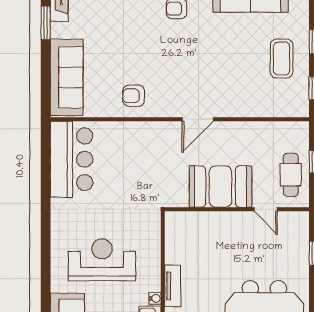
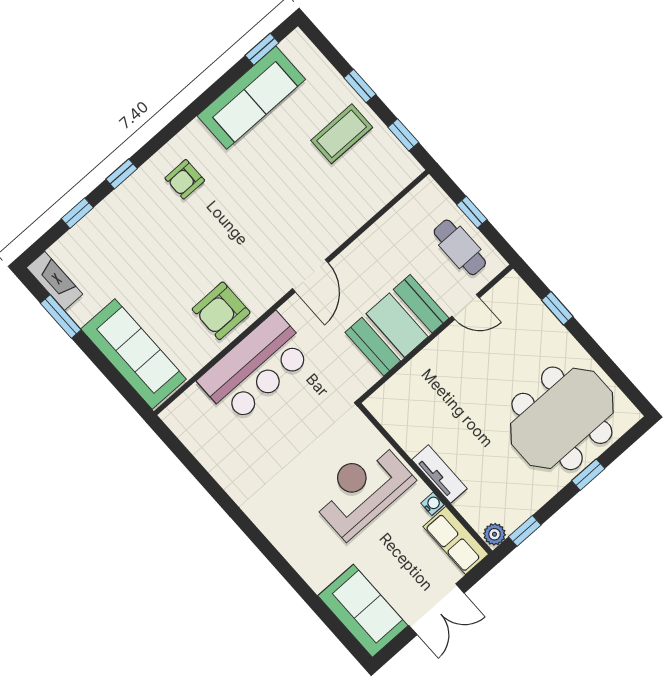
coffee table: (282, 59) -> (342, 134), turned 90
armchair: (134, 96) -> (221, 311), width x1.38, depth x1.38
bar counter: (72, 159) -> (256, 368), moved, turned 90
reception desk: (102, 260) -> (362, 489), moved

